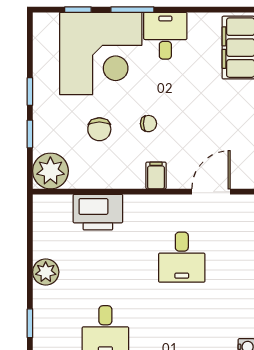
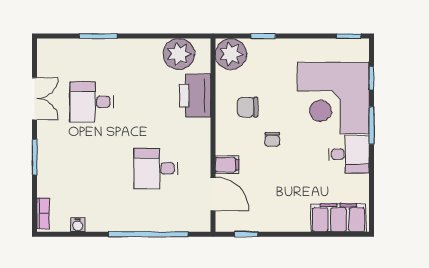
window: (30, 92) -> (349, 36), moved
chair: (99, 129) -> (248, 107), moved
filing cabinet: (156, 175) -> (227, 165), moved
plant: (46, 272) -> (179, 54), moved, width x1.36, depth x1.36
window: (30, 323) -> (98, 36), width x1.50

